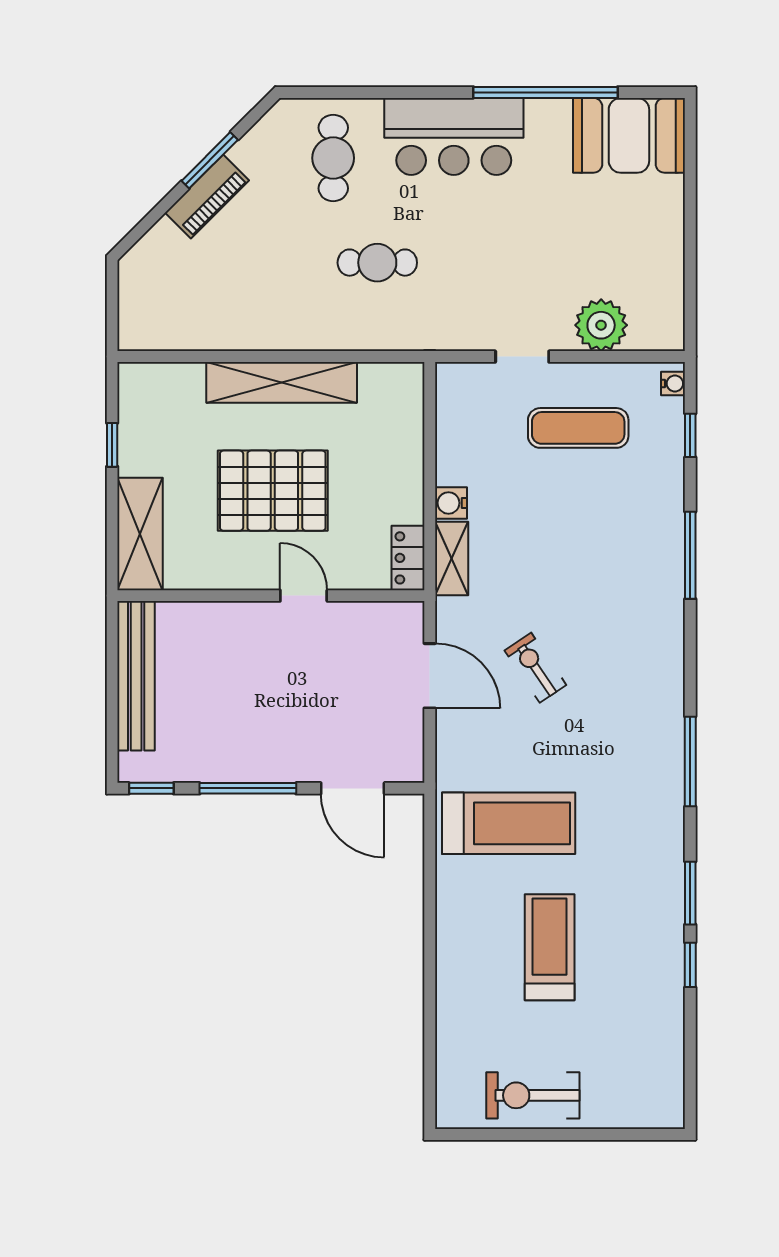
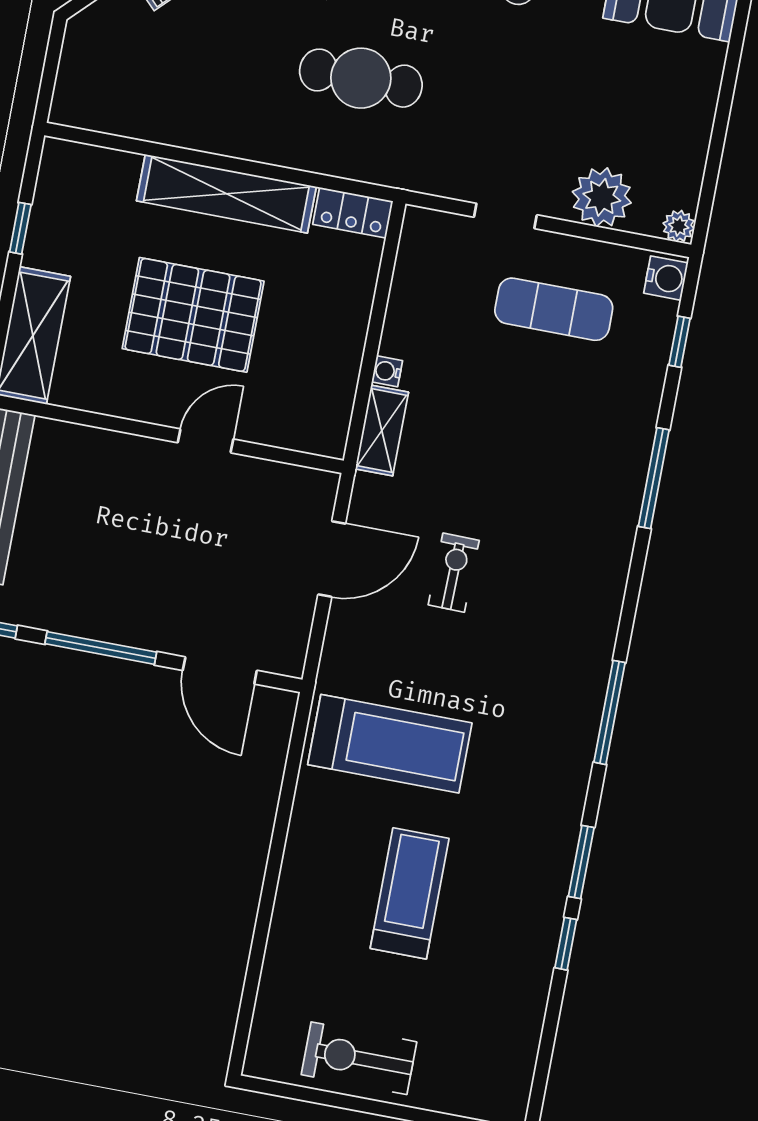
cafe table: (377, 263) -> (361, 78), width x1.37, depth x1.35
plant: (671, 337) -> (679, 226), added
water cooler: (673, 383) -> (666, 278), width x1.38, depth x1.38
water cooler: (451, 503) -> (387, 371), width x0.72, depth x0.72
locker: (408, 558) -> (353, 213), moved, turned -90
door: (304, 596) -> (206, 441), hinge flipped
exercise bike: (535, 668) -> (454, 573), turned 35
door: (430, 676) -> (332, 559), hinge flipped

